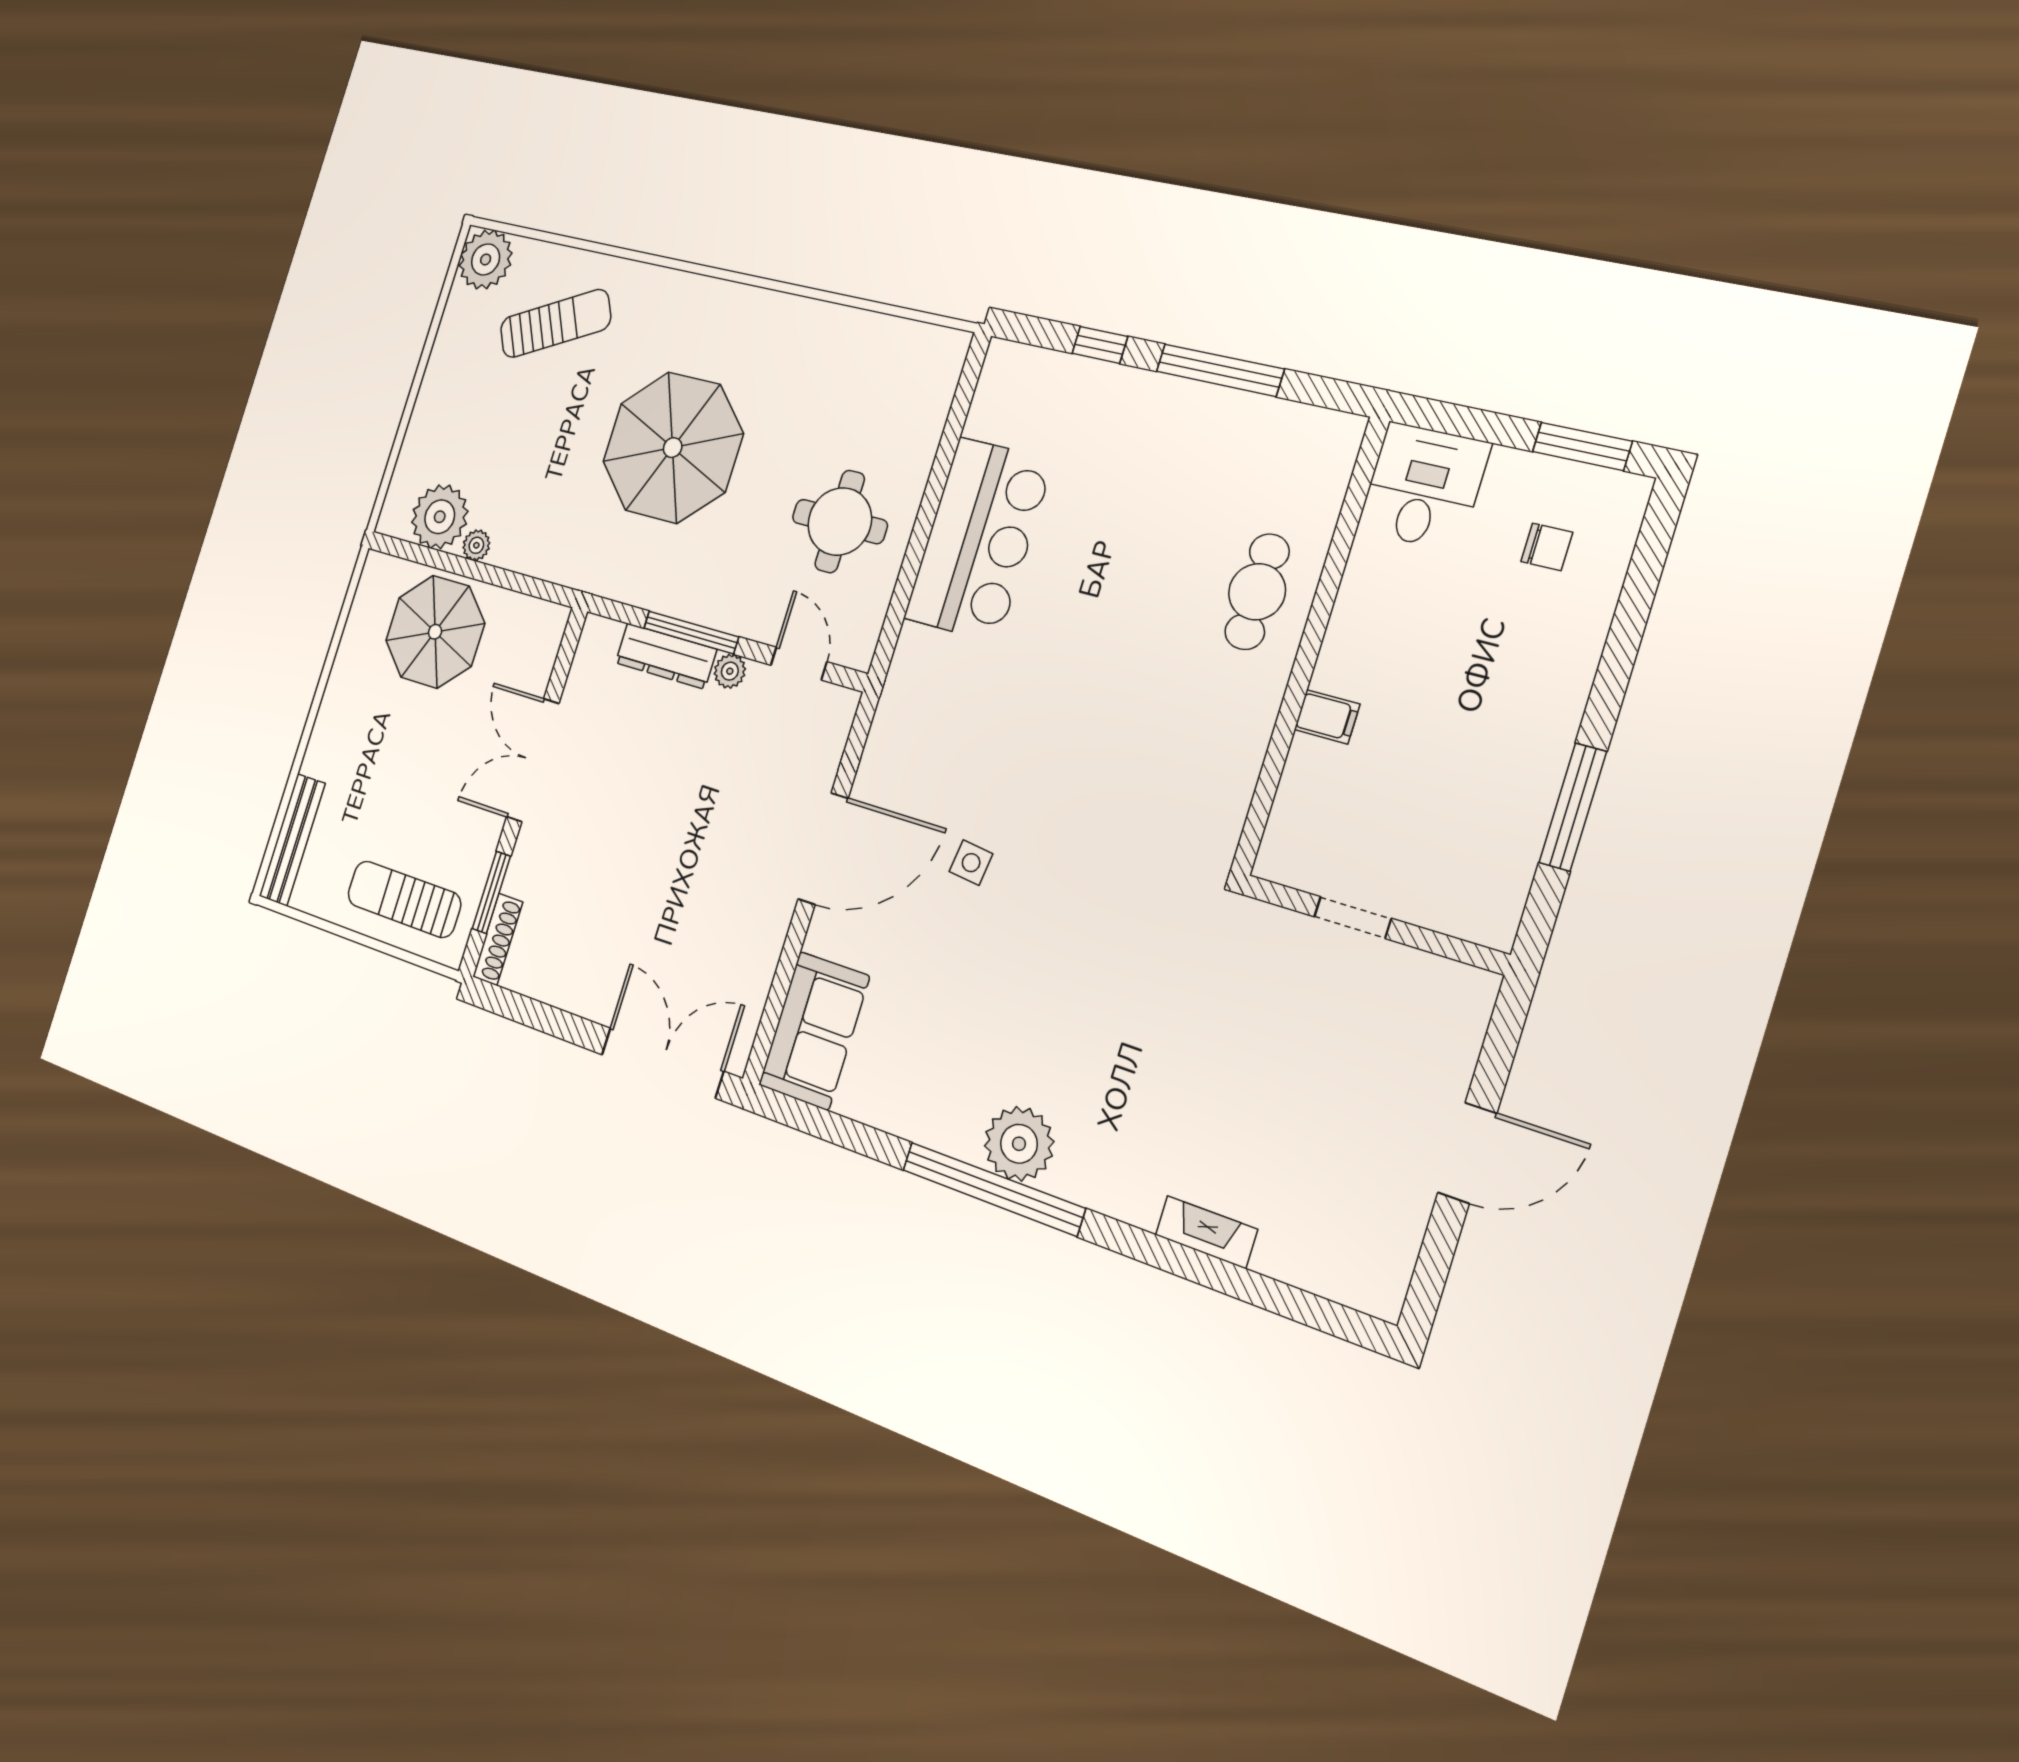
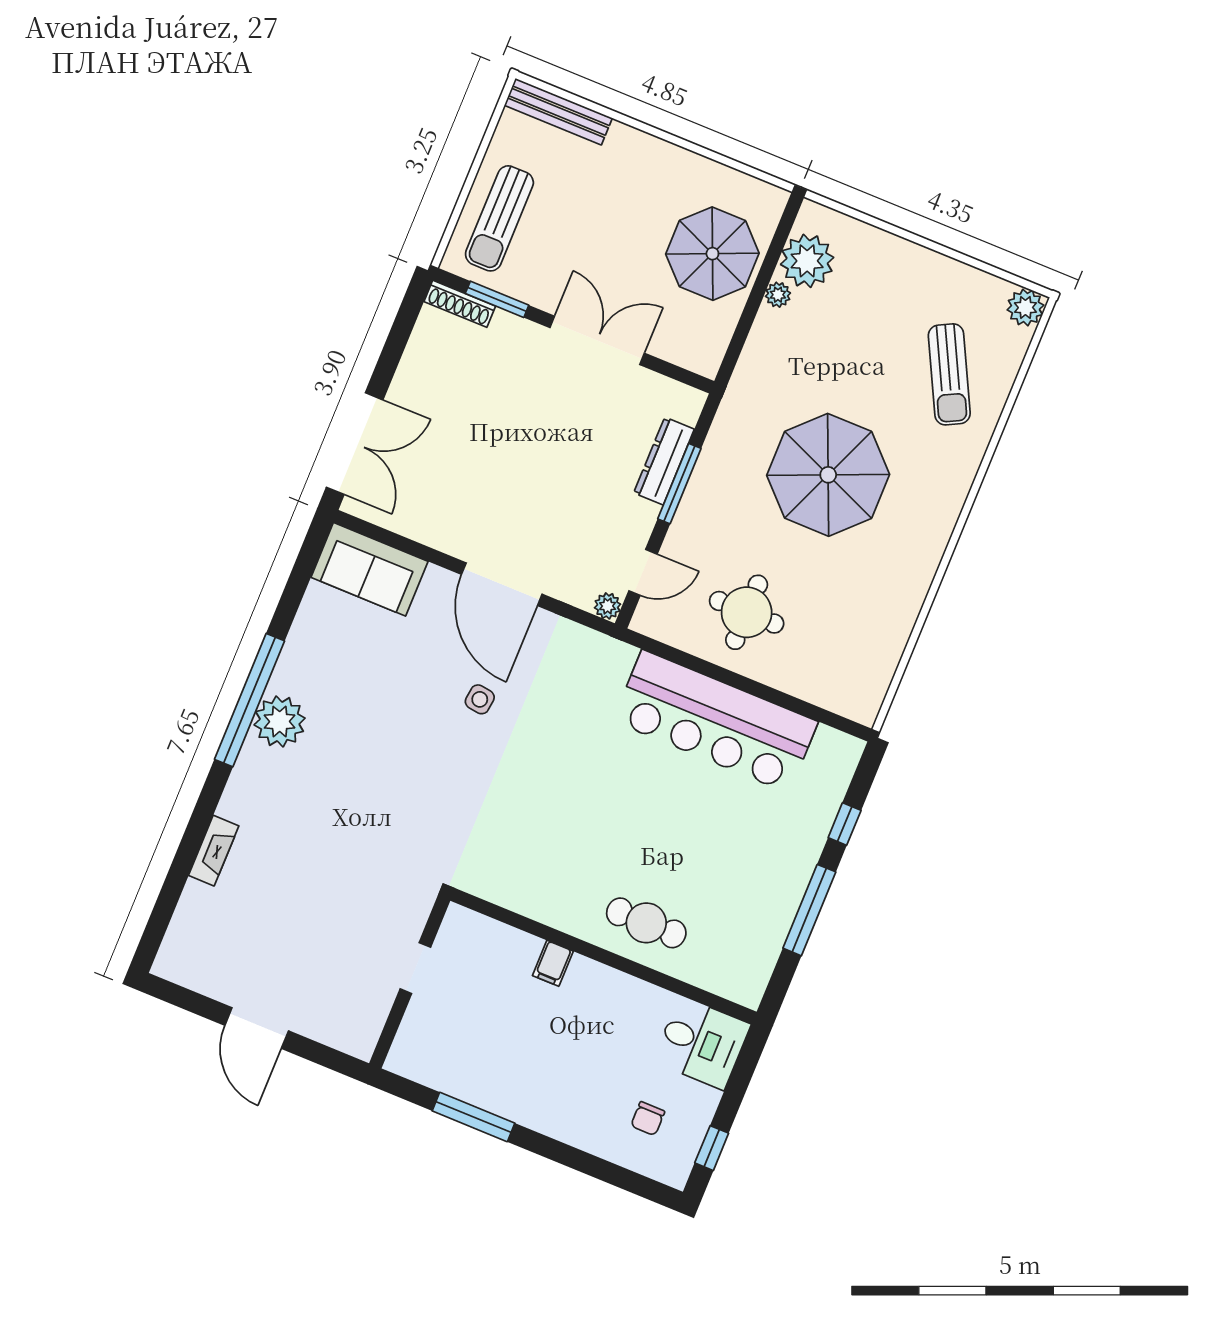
plant: (486, 259) -> (1025, 307), width x0.73, depth x0.73
window: (1582, 446) -> (712, 1148), width x0.67
bar counter: (978, 539) -> (715, 721), width x1.36
plant: (730, 671) -> (608, 606), moved
sun lounger: (404, 899) -> (499, 218), turned 180

